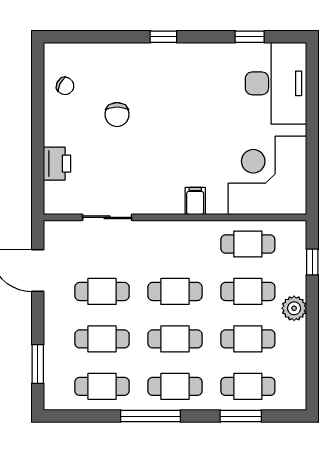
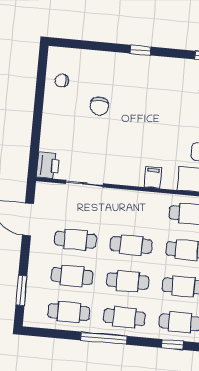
chair: (65, 86) -> (62, 81), turned 153
printer: (57, 164) -> (48, 165), moved
window: (241, 416) -> (173, 345), width x0.67

